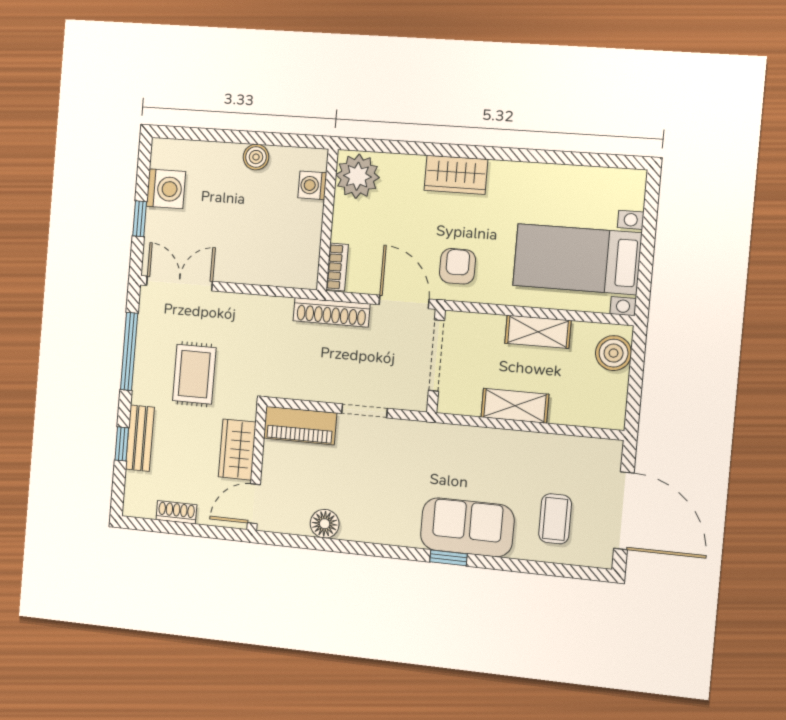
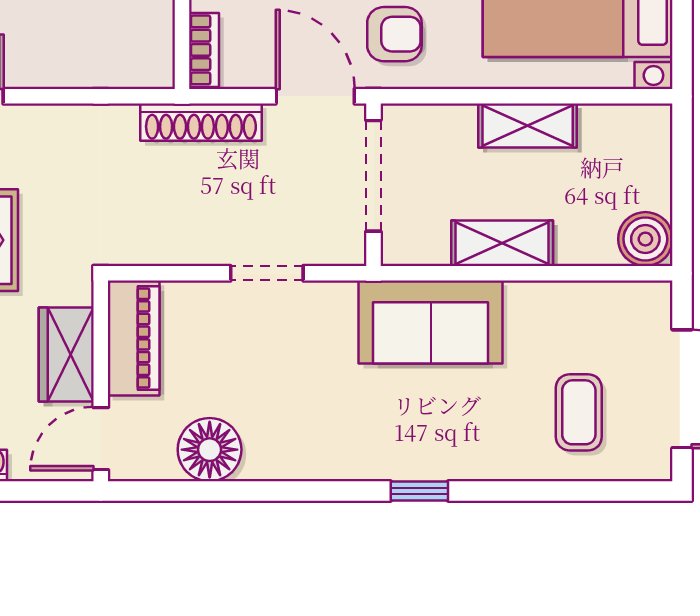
armchair: (458, 266) -> (394, 34), turned 90
boiler: (614, 353) -> (645, 239), moved
piano: (300, 426) -> (134, 338), moved, turned -90
floor lamp: (325, 524) -> (210, 450), width x1.38, depth x1.38
sofa: (467, 527) -> (431, 322), moved, turned 180

